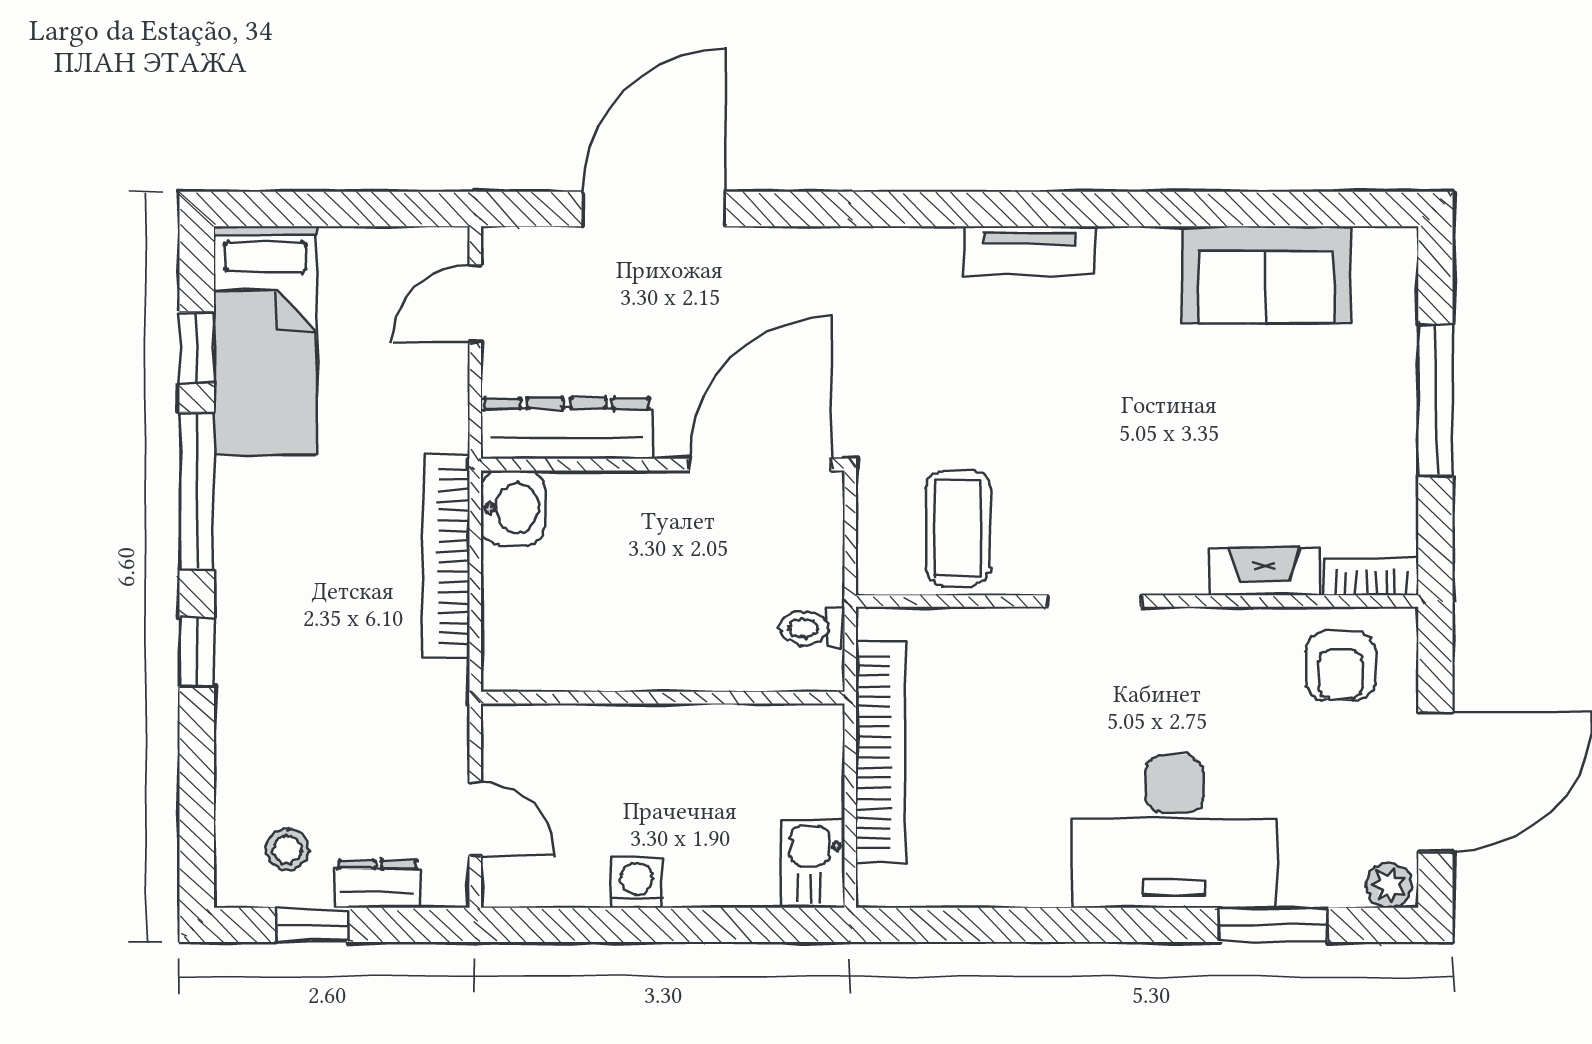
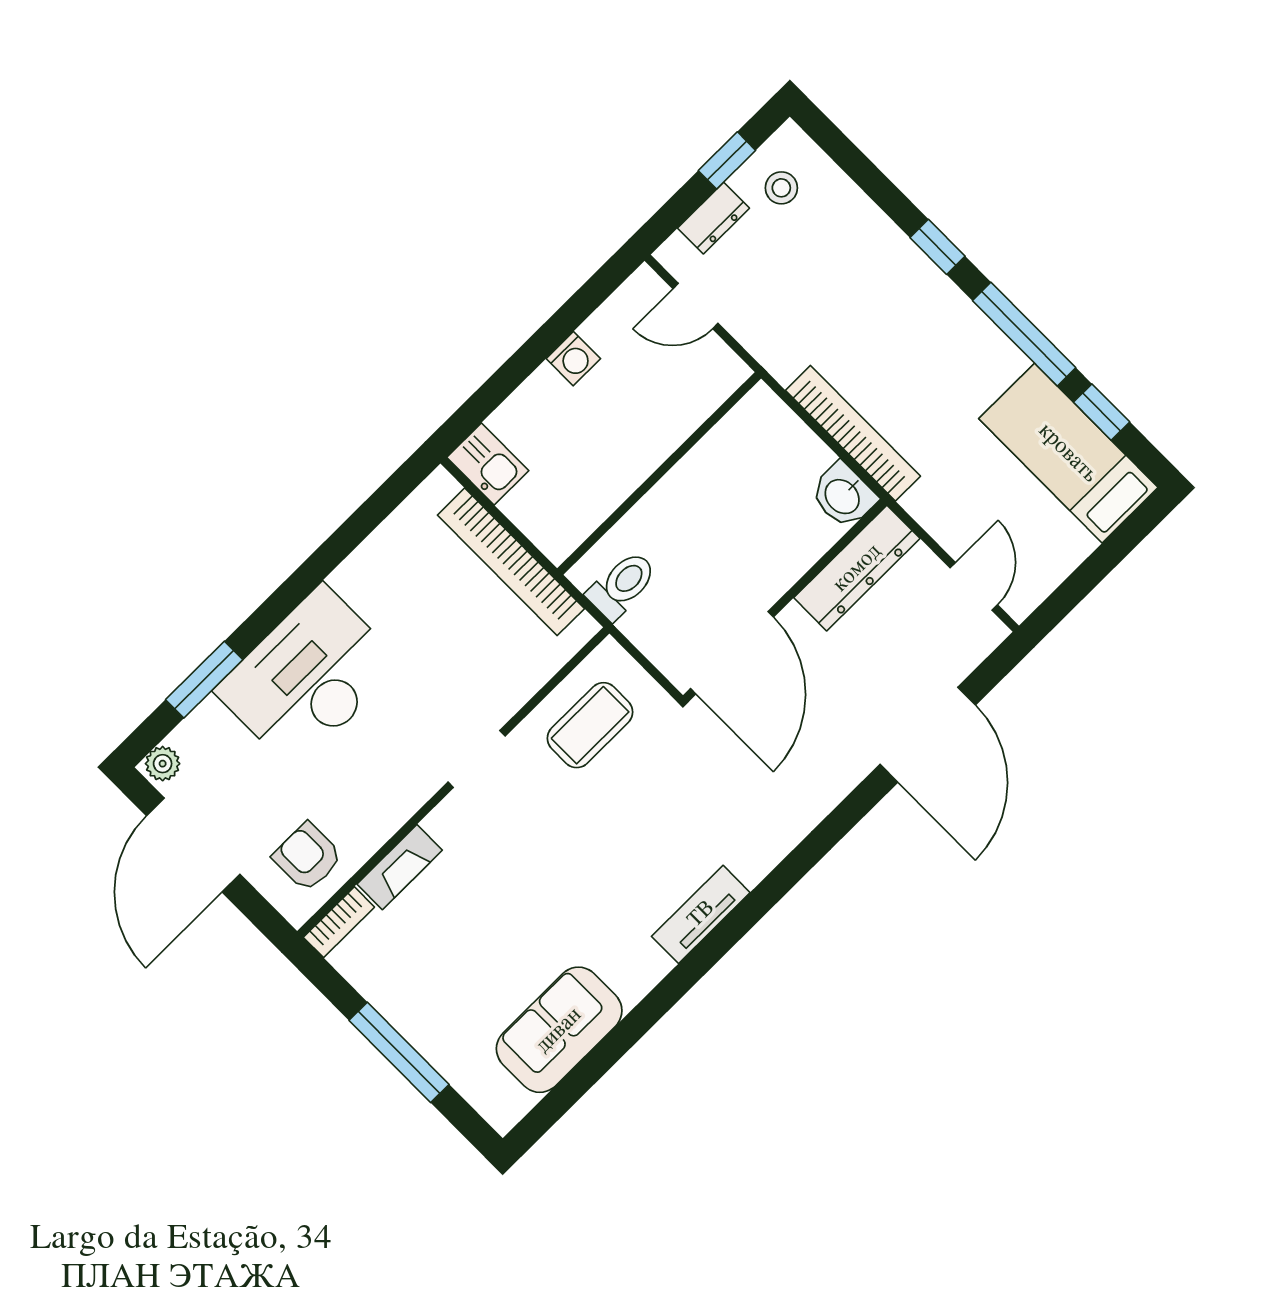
coffee table: (958, 528) -> (590, 725), turned 90
toilet: (812, 628) -> (622, 585), width x1.37, depth x1.39

